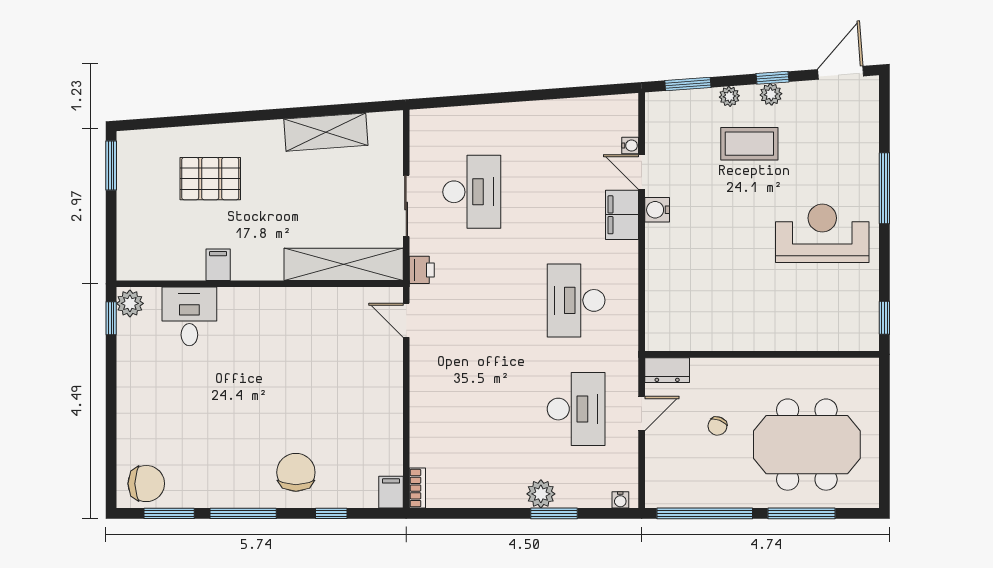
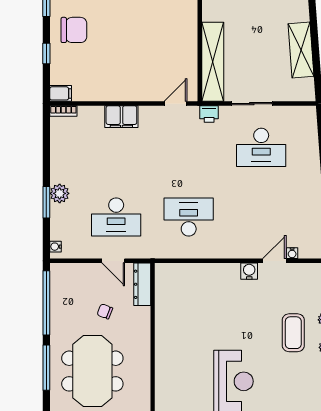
filing cabinet: (622, 215) -> (121, 117), moved, turned 180
dresser: (667, 370) -> (142, 284), width x1.44

